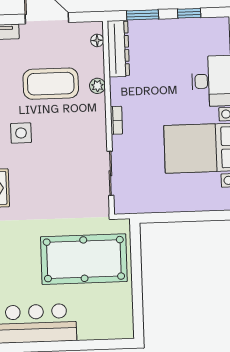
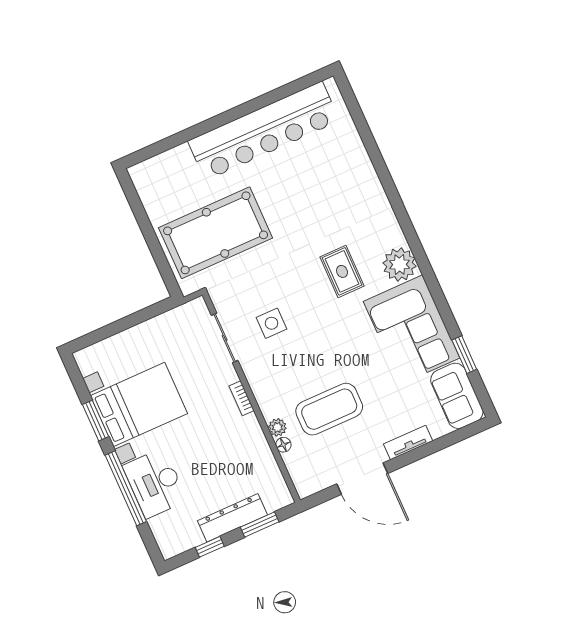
floor lamp: (97, 40) -> (283, 445), moved
dresser: (118, 49) -> (232, 518), moved, turned 90
side table: (21, 133) -> (272, 323), moved

